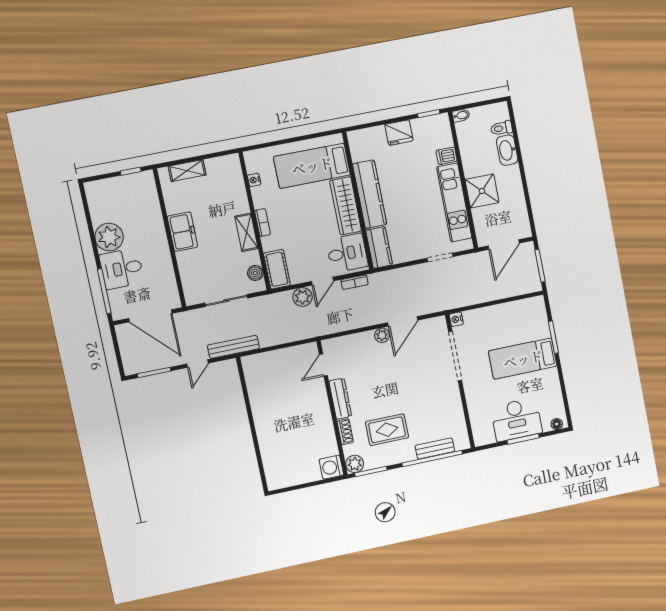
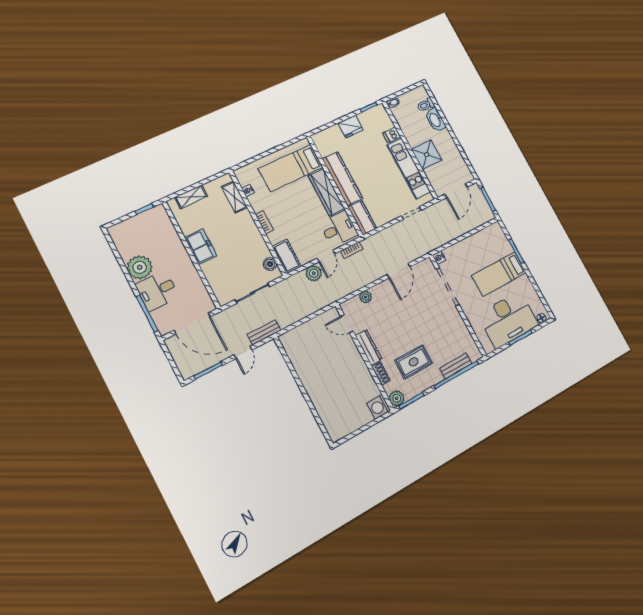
shelving: (246, 232) -> (234, 197), moved
plant: (382, 335) -> (366, 297), moved
bench: (233, 347) -> (264, 332), width x0.73
door: (323, 365) -> (347, 324), hinge flipped
desk: (516, 420) -> (508, 320), width x1.36, depth x1.30

